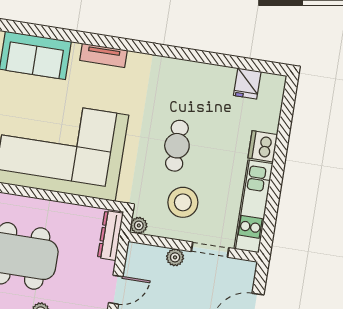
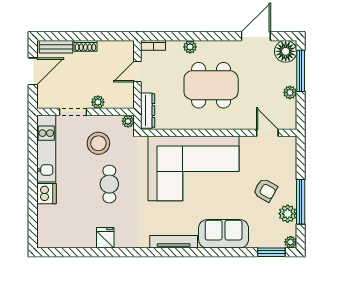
tv unit: (104, 55) -> (174, 242), width x1.41
fridge: (247, 83) -> (105, 238), moved

